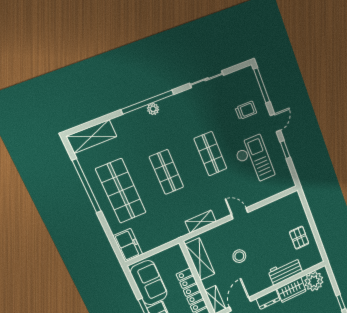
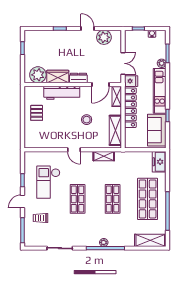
workbench: (285, 271) -> (62, 93), width x1.38

